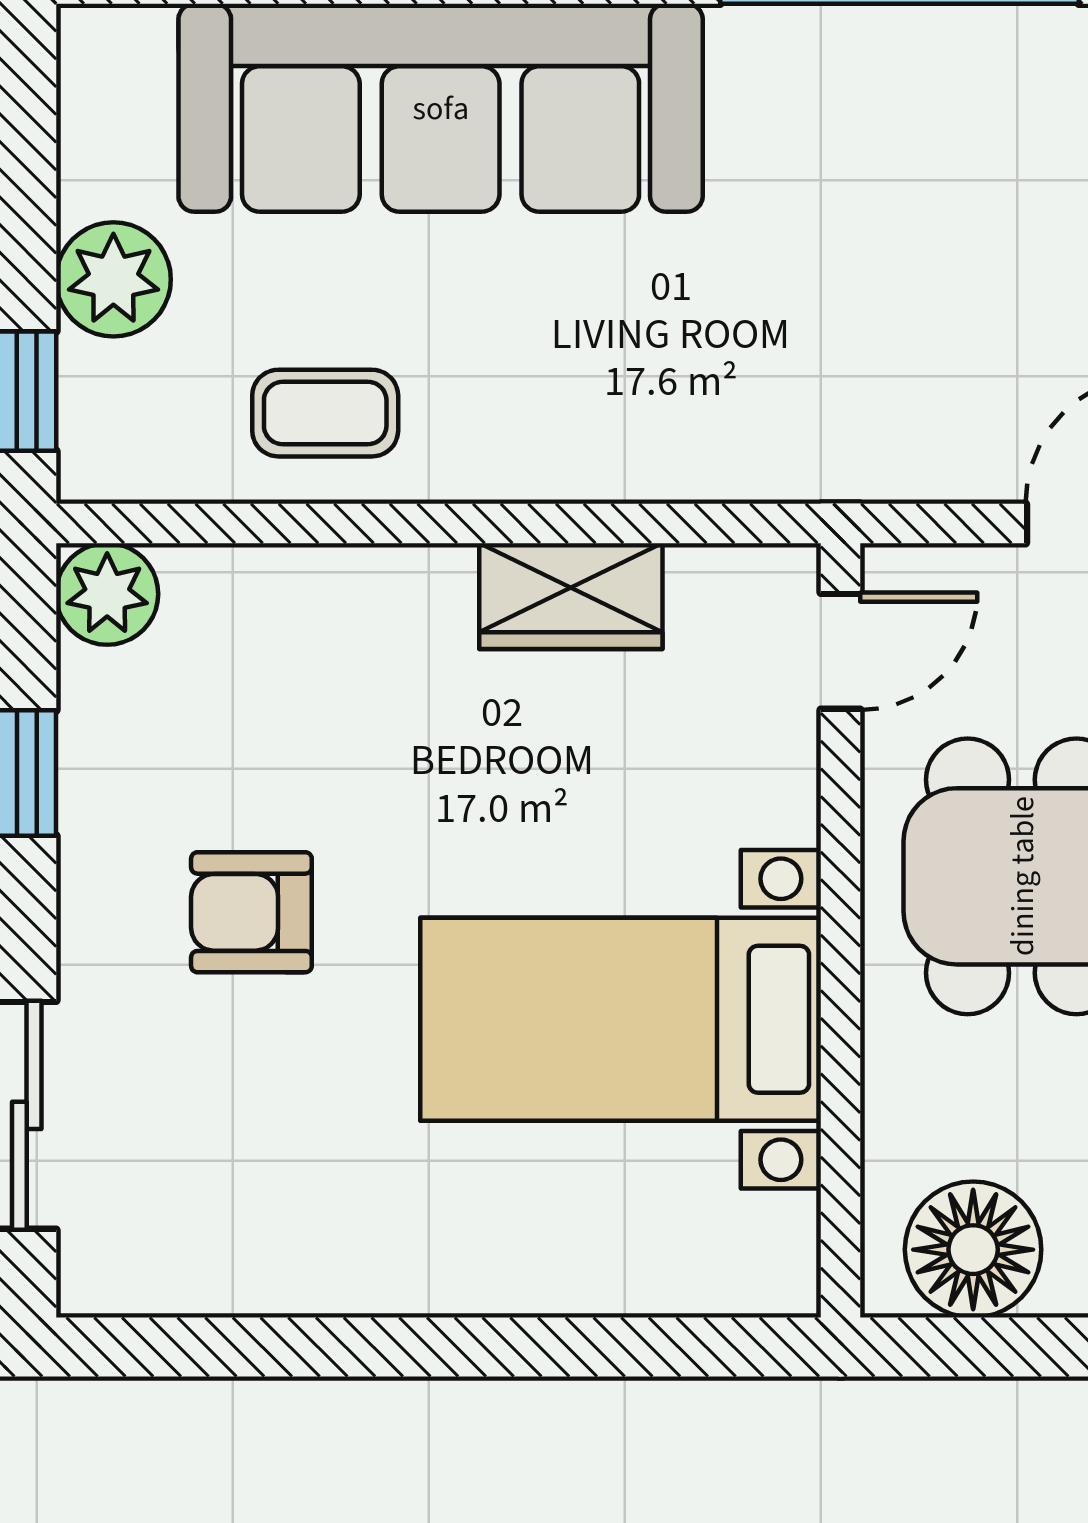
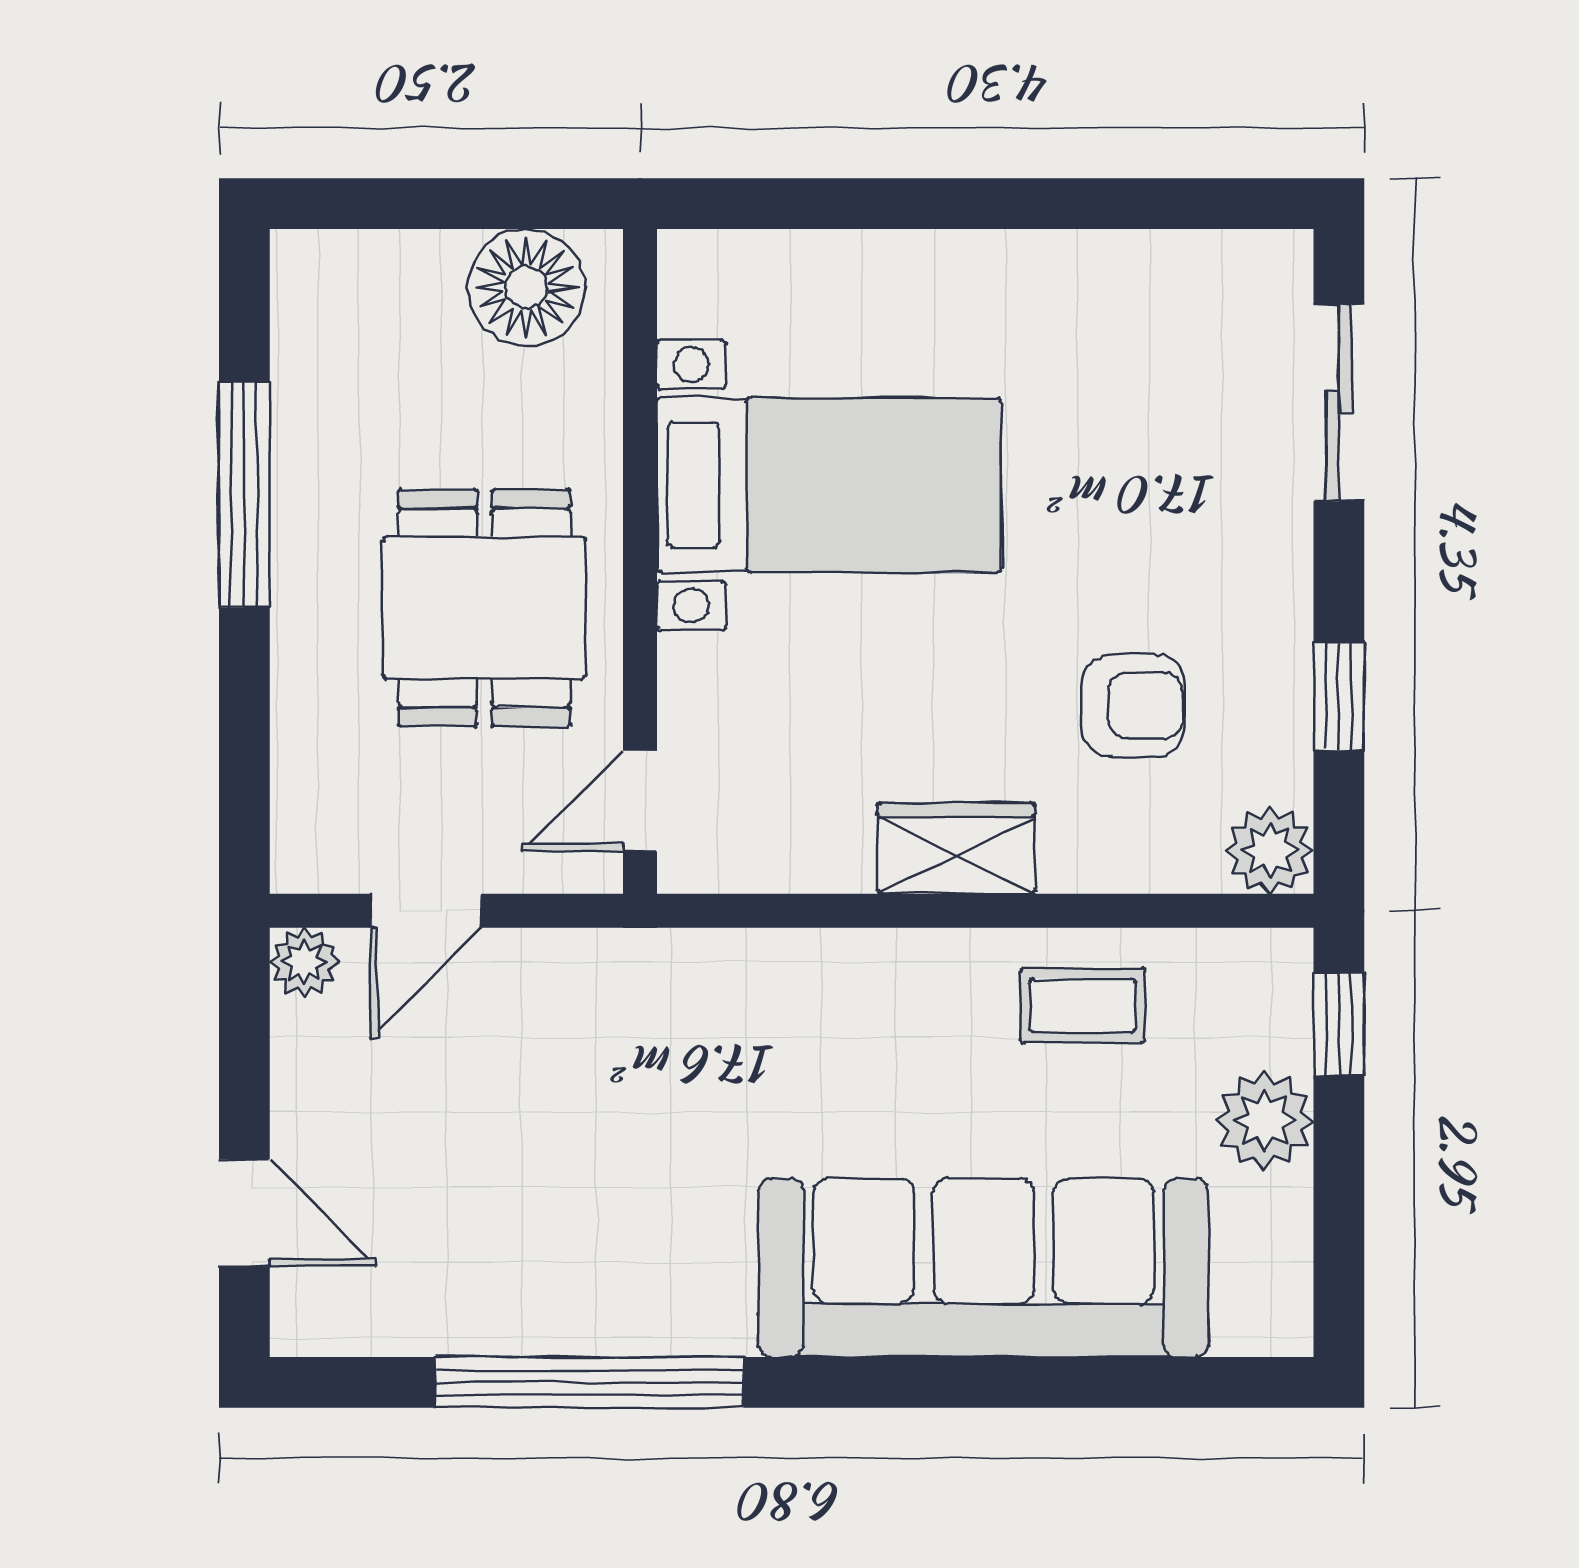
wardrobe: (571, 596) -> (956, 848), moved
armchair: (251, 912) -> (1133, 706), moved

